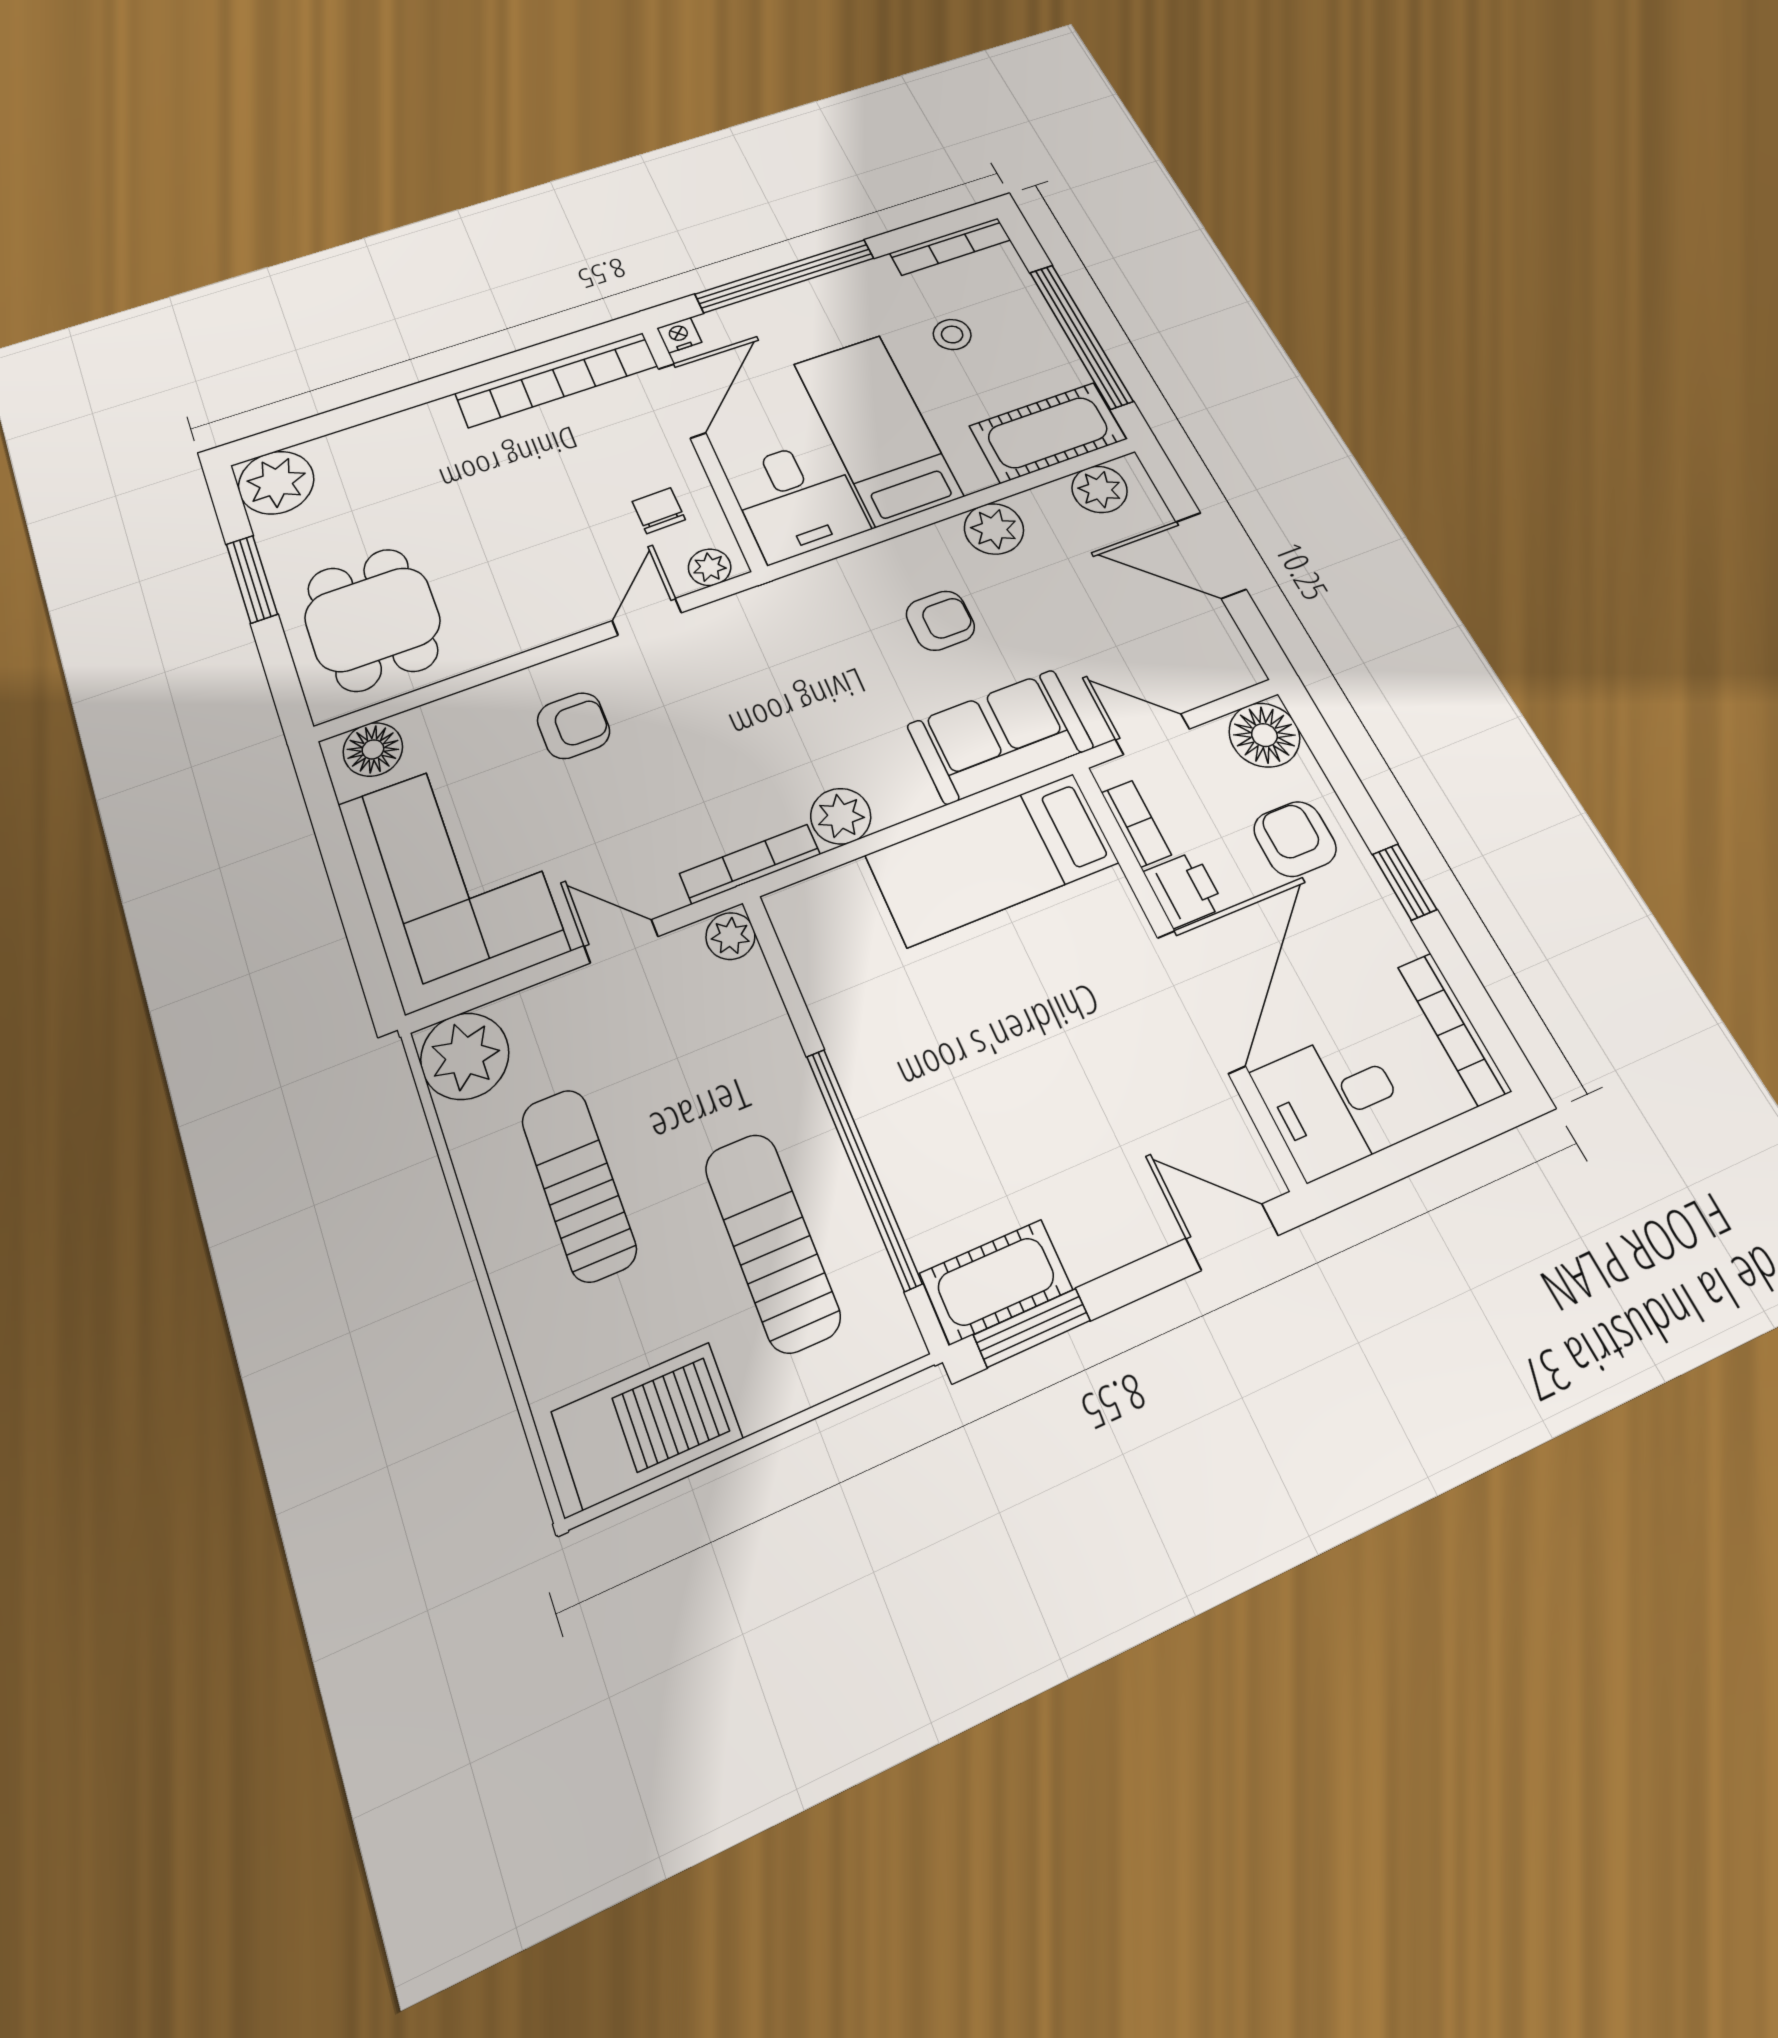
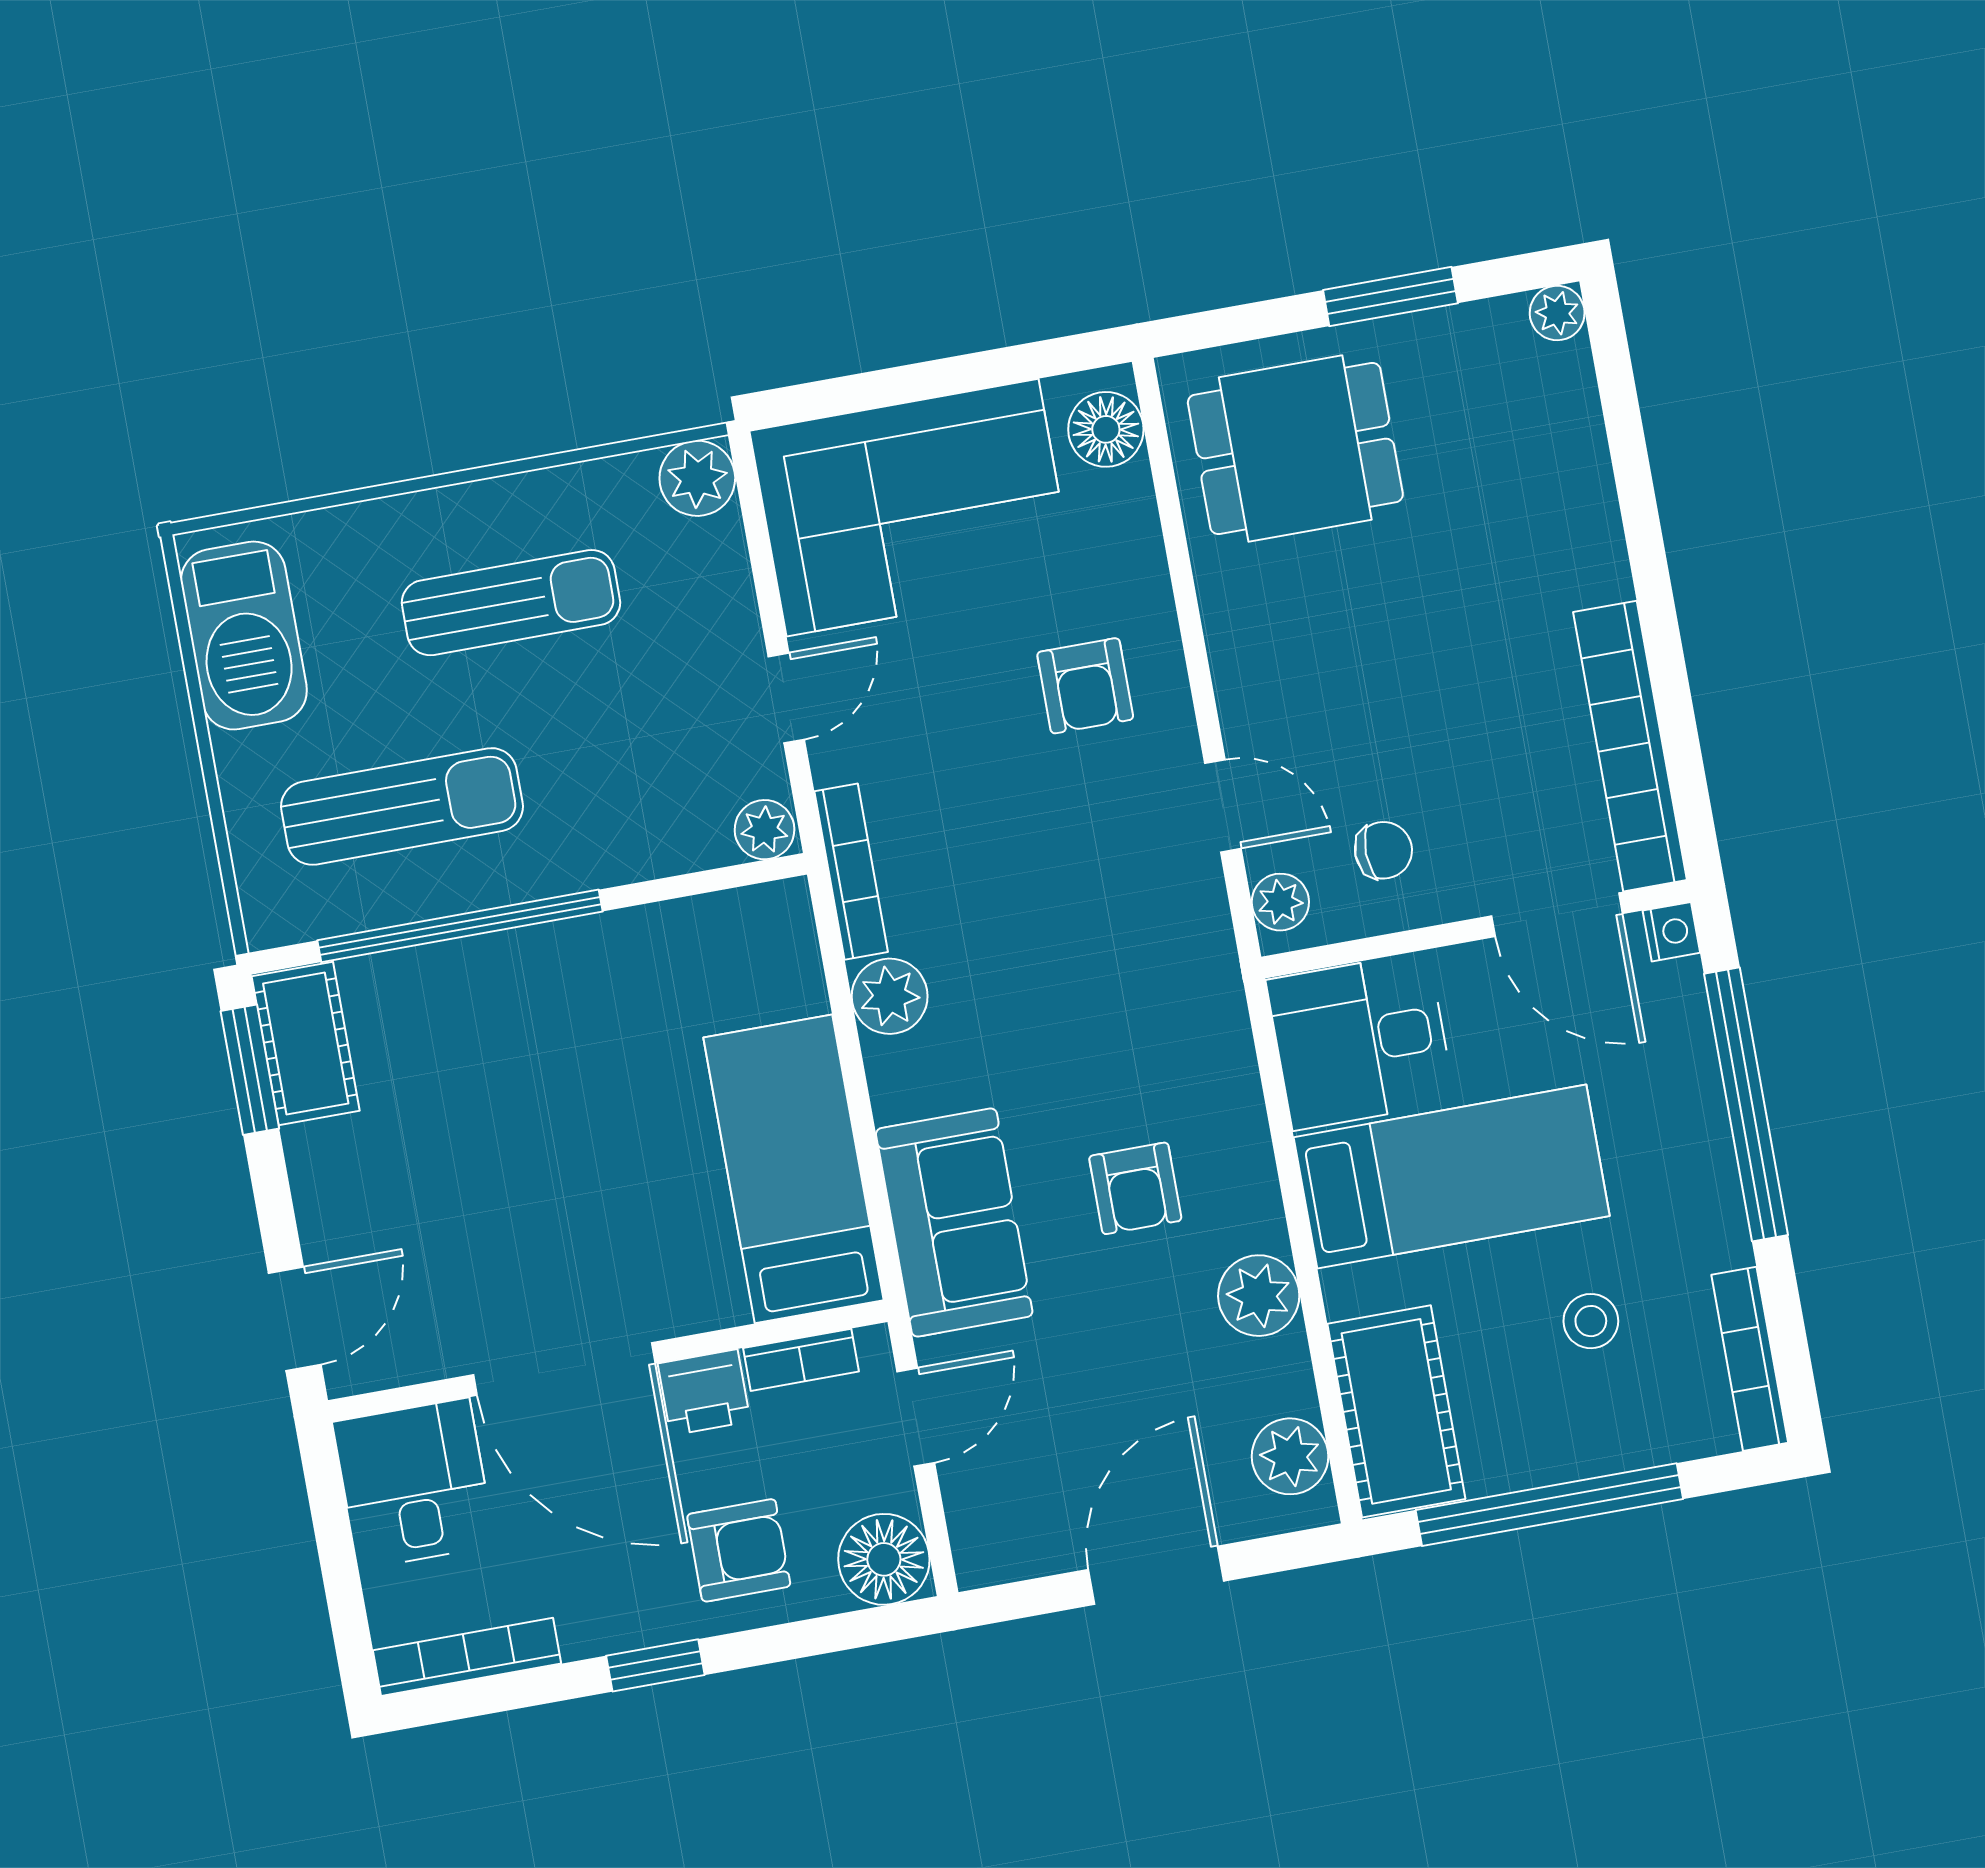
plant: (276, 483) -> (1557, 313), width x0.53, depth x0.53
plant: (465, 1056) -> (697, 478), width x0.73, depth x0.73

